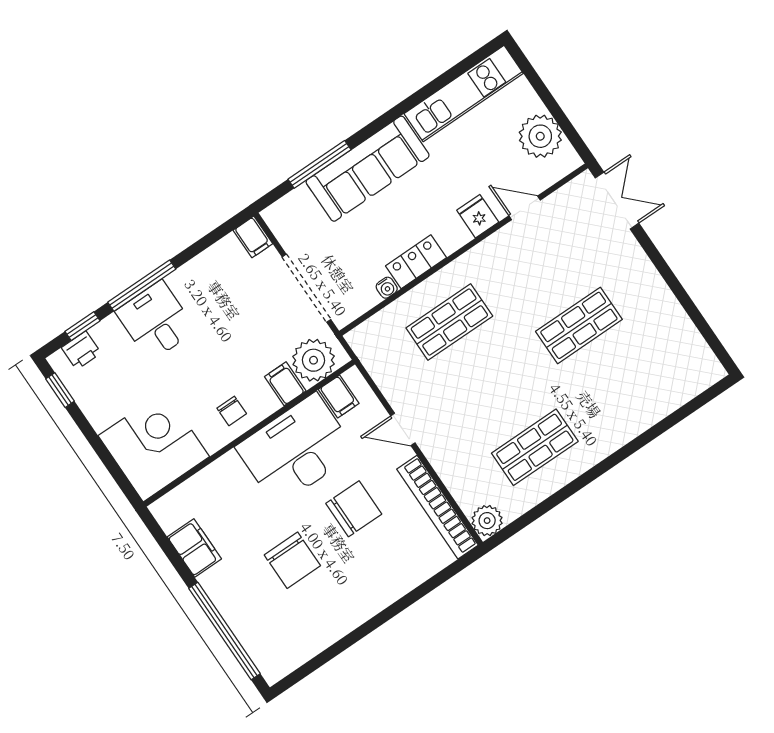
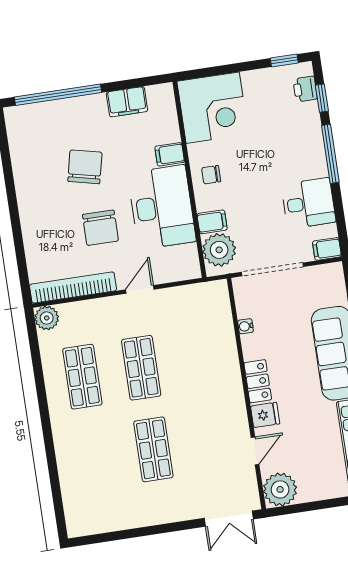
plant: (540, 136) -> (280, 489), moved
locker: (416, 262) -> (258, 381), moved
desk: (156, 321) -> (308, 203), moved
shop shelf: (449, 322) -> (141, 368), moved
filing cabinet: (339, 396) -> (170, 154), moved
chair: (292, 560) -> (85, 167), turned 103

